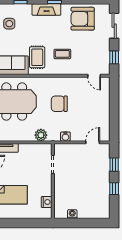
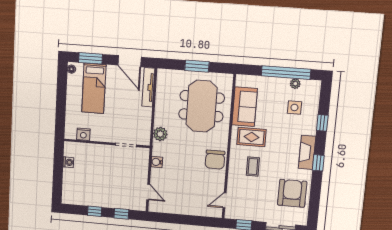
chair: (59, 104) -> (215, 160), moved, turned 180

